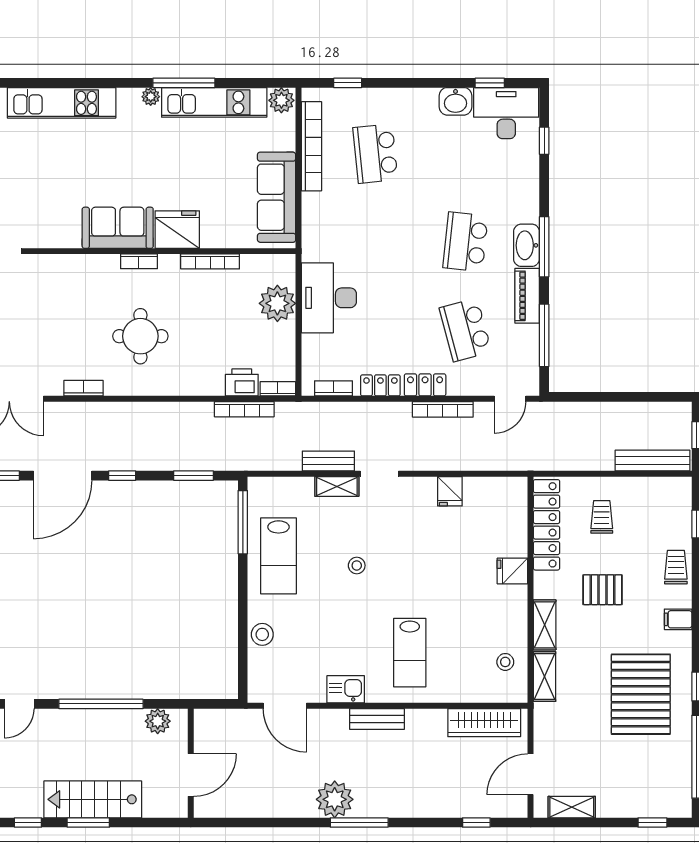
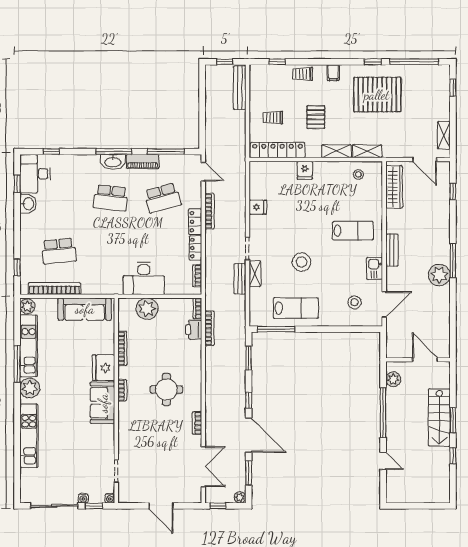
plant: (151, 97) -> (30, 388), width x1.87, depth x1.87
stool: (357, 565) -> (302, 262), width x1.89, depth x1.89
stool: (262, 634) -> (354, 302), moved

